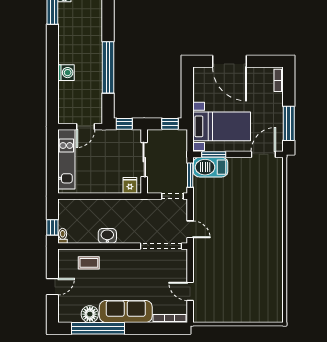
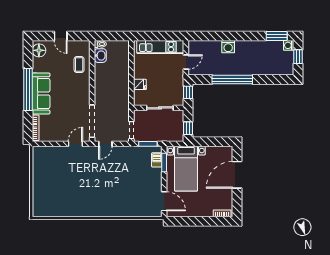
window: (289, 123) -> (188, 221), removed
door: (86, 127) -> (186, 62), swing flipped
barbecue: (211, 167) -> (157, 160), width x0.53, depth x0.65
fridge: (130, 185) -> (140, 84), moved
window: (52, 227) -> (107, 36), removed
washbasin: (107, 236) -> (100, 56), moved
door: (190, 291) -> (75, 144), moved
floor lamp: (90, 314) -> (39, 50), moved
window: (98, 328) -> (28, 89), moved

